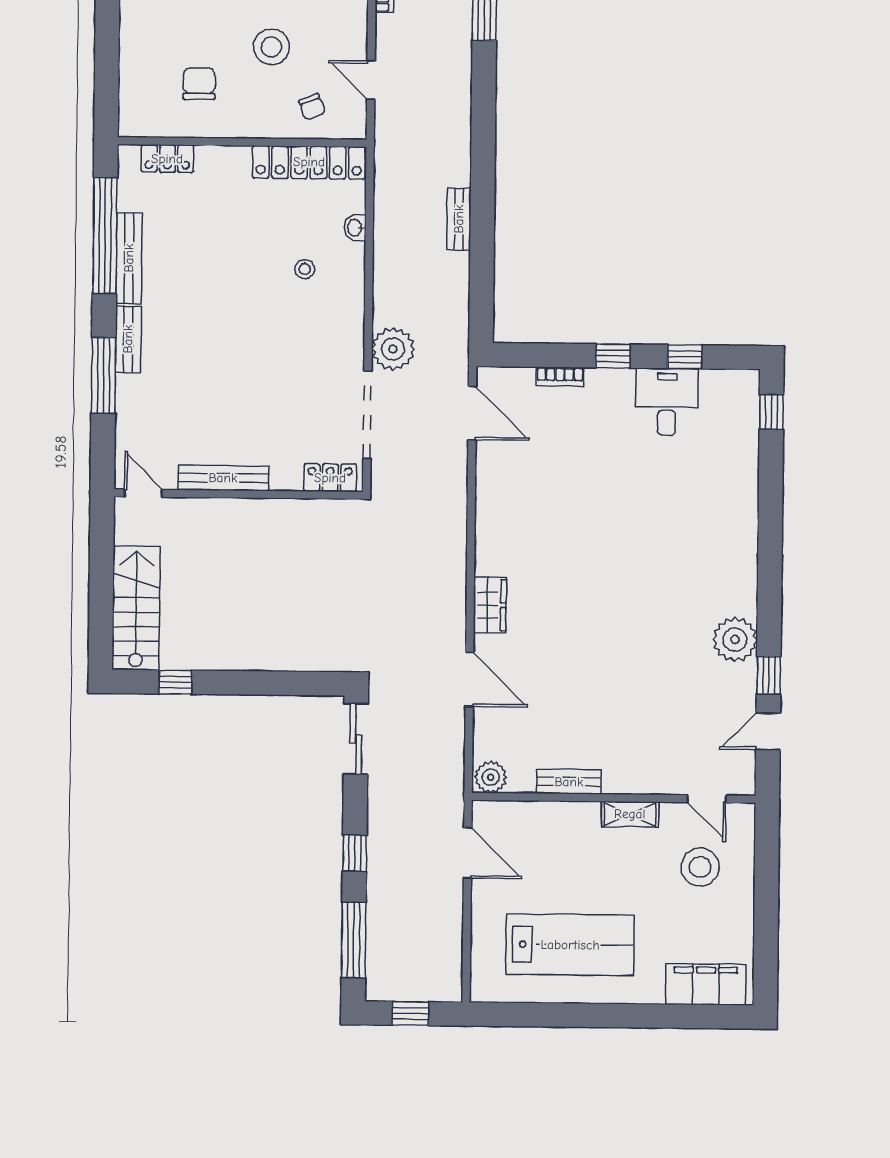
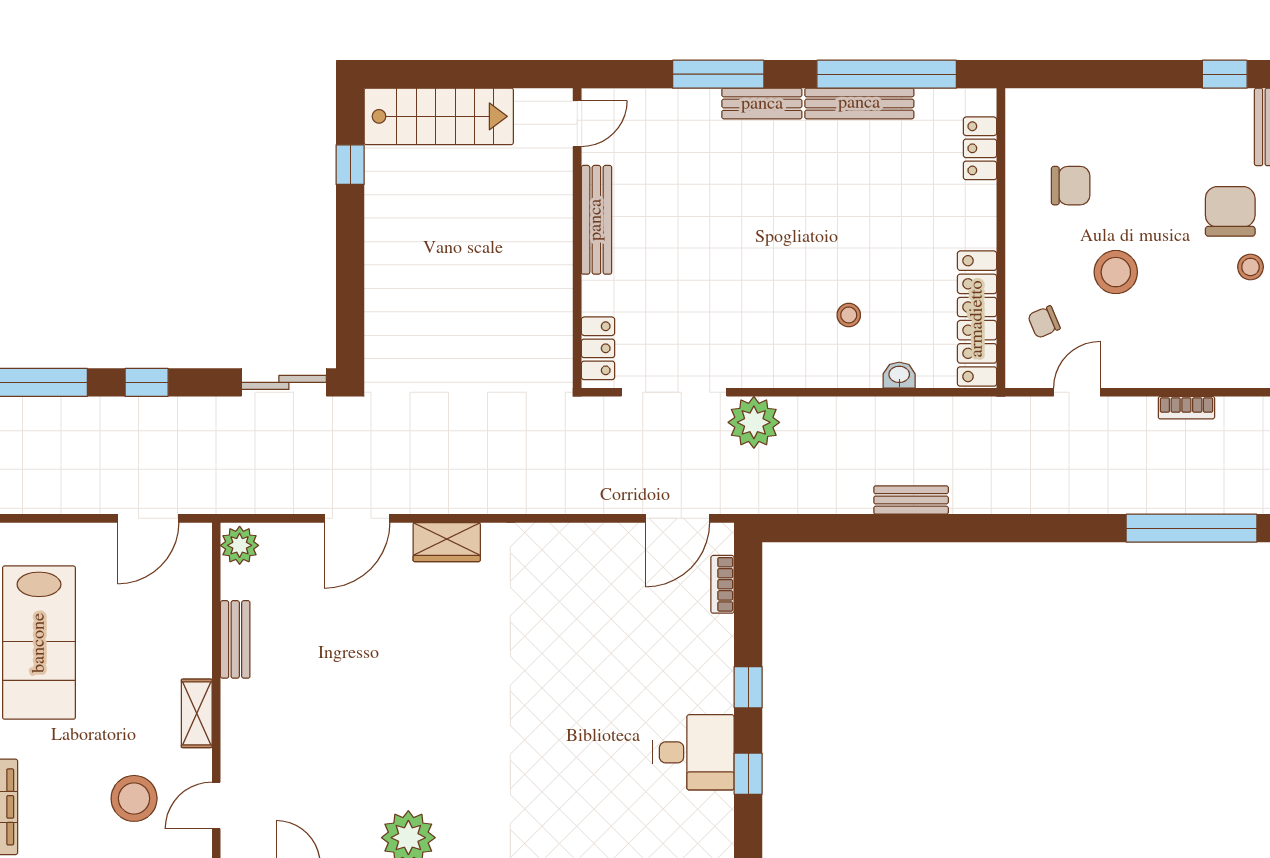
bookcase: (560, 377) -> (722, 584), moved

